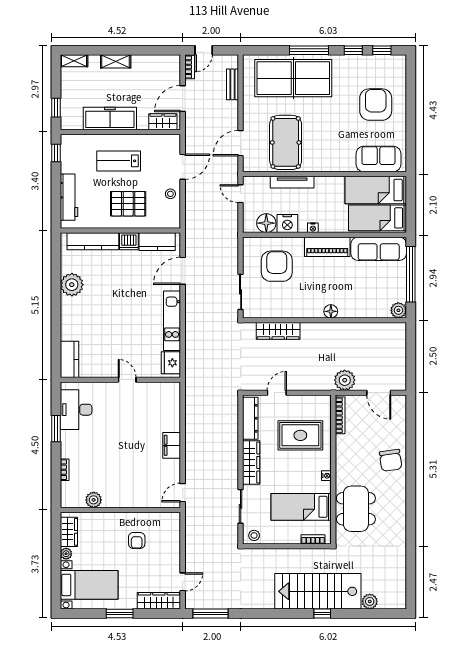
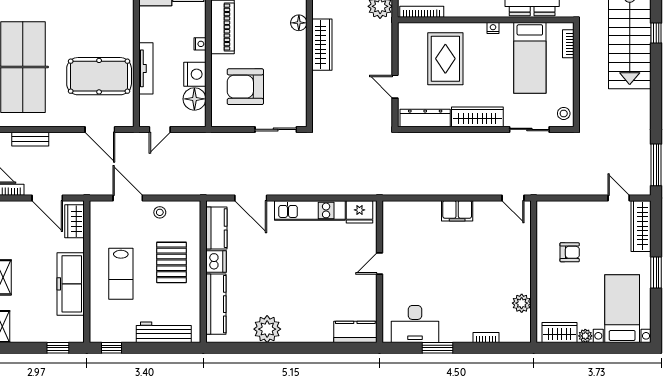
wardrobe: (278, 331) -> (322, 45), moved

